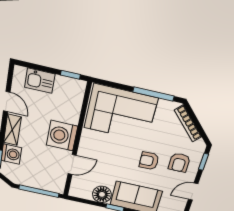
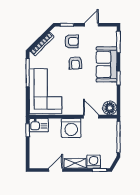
kitchen sink: (40, 81) -> (39, 125), moved, turned 90
door: (193, 192) -> (91, 25), swing flipped
floor lamp: (102, 194) -> (110, 108), moved

